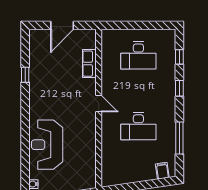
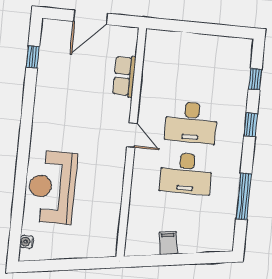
desk: (138, 55) -> (191, 122), moved
window: (25, 75) -> (33, 57), moved
filing cabinet: (162, 171) -> (168, 243), moved

